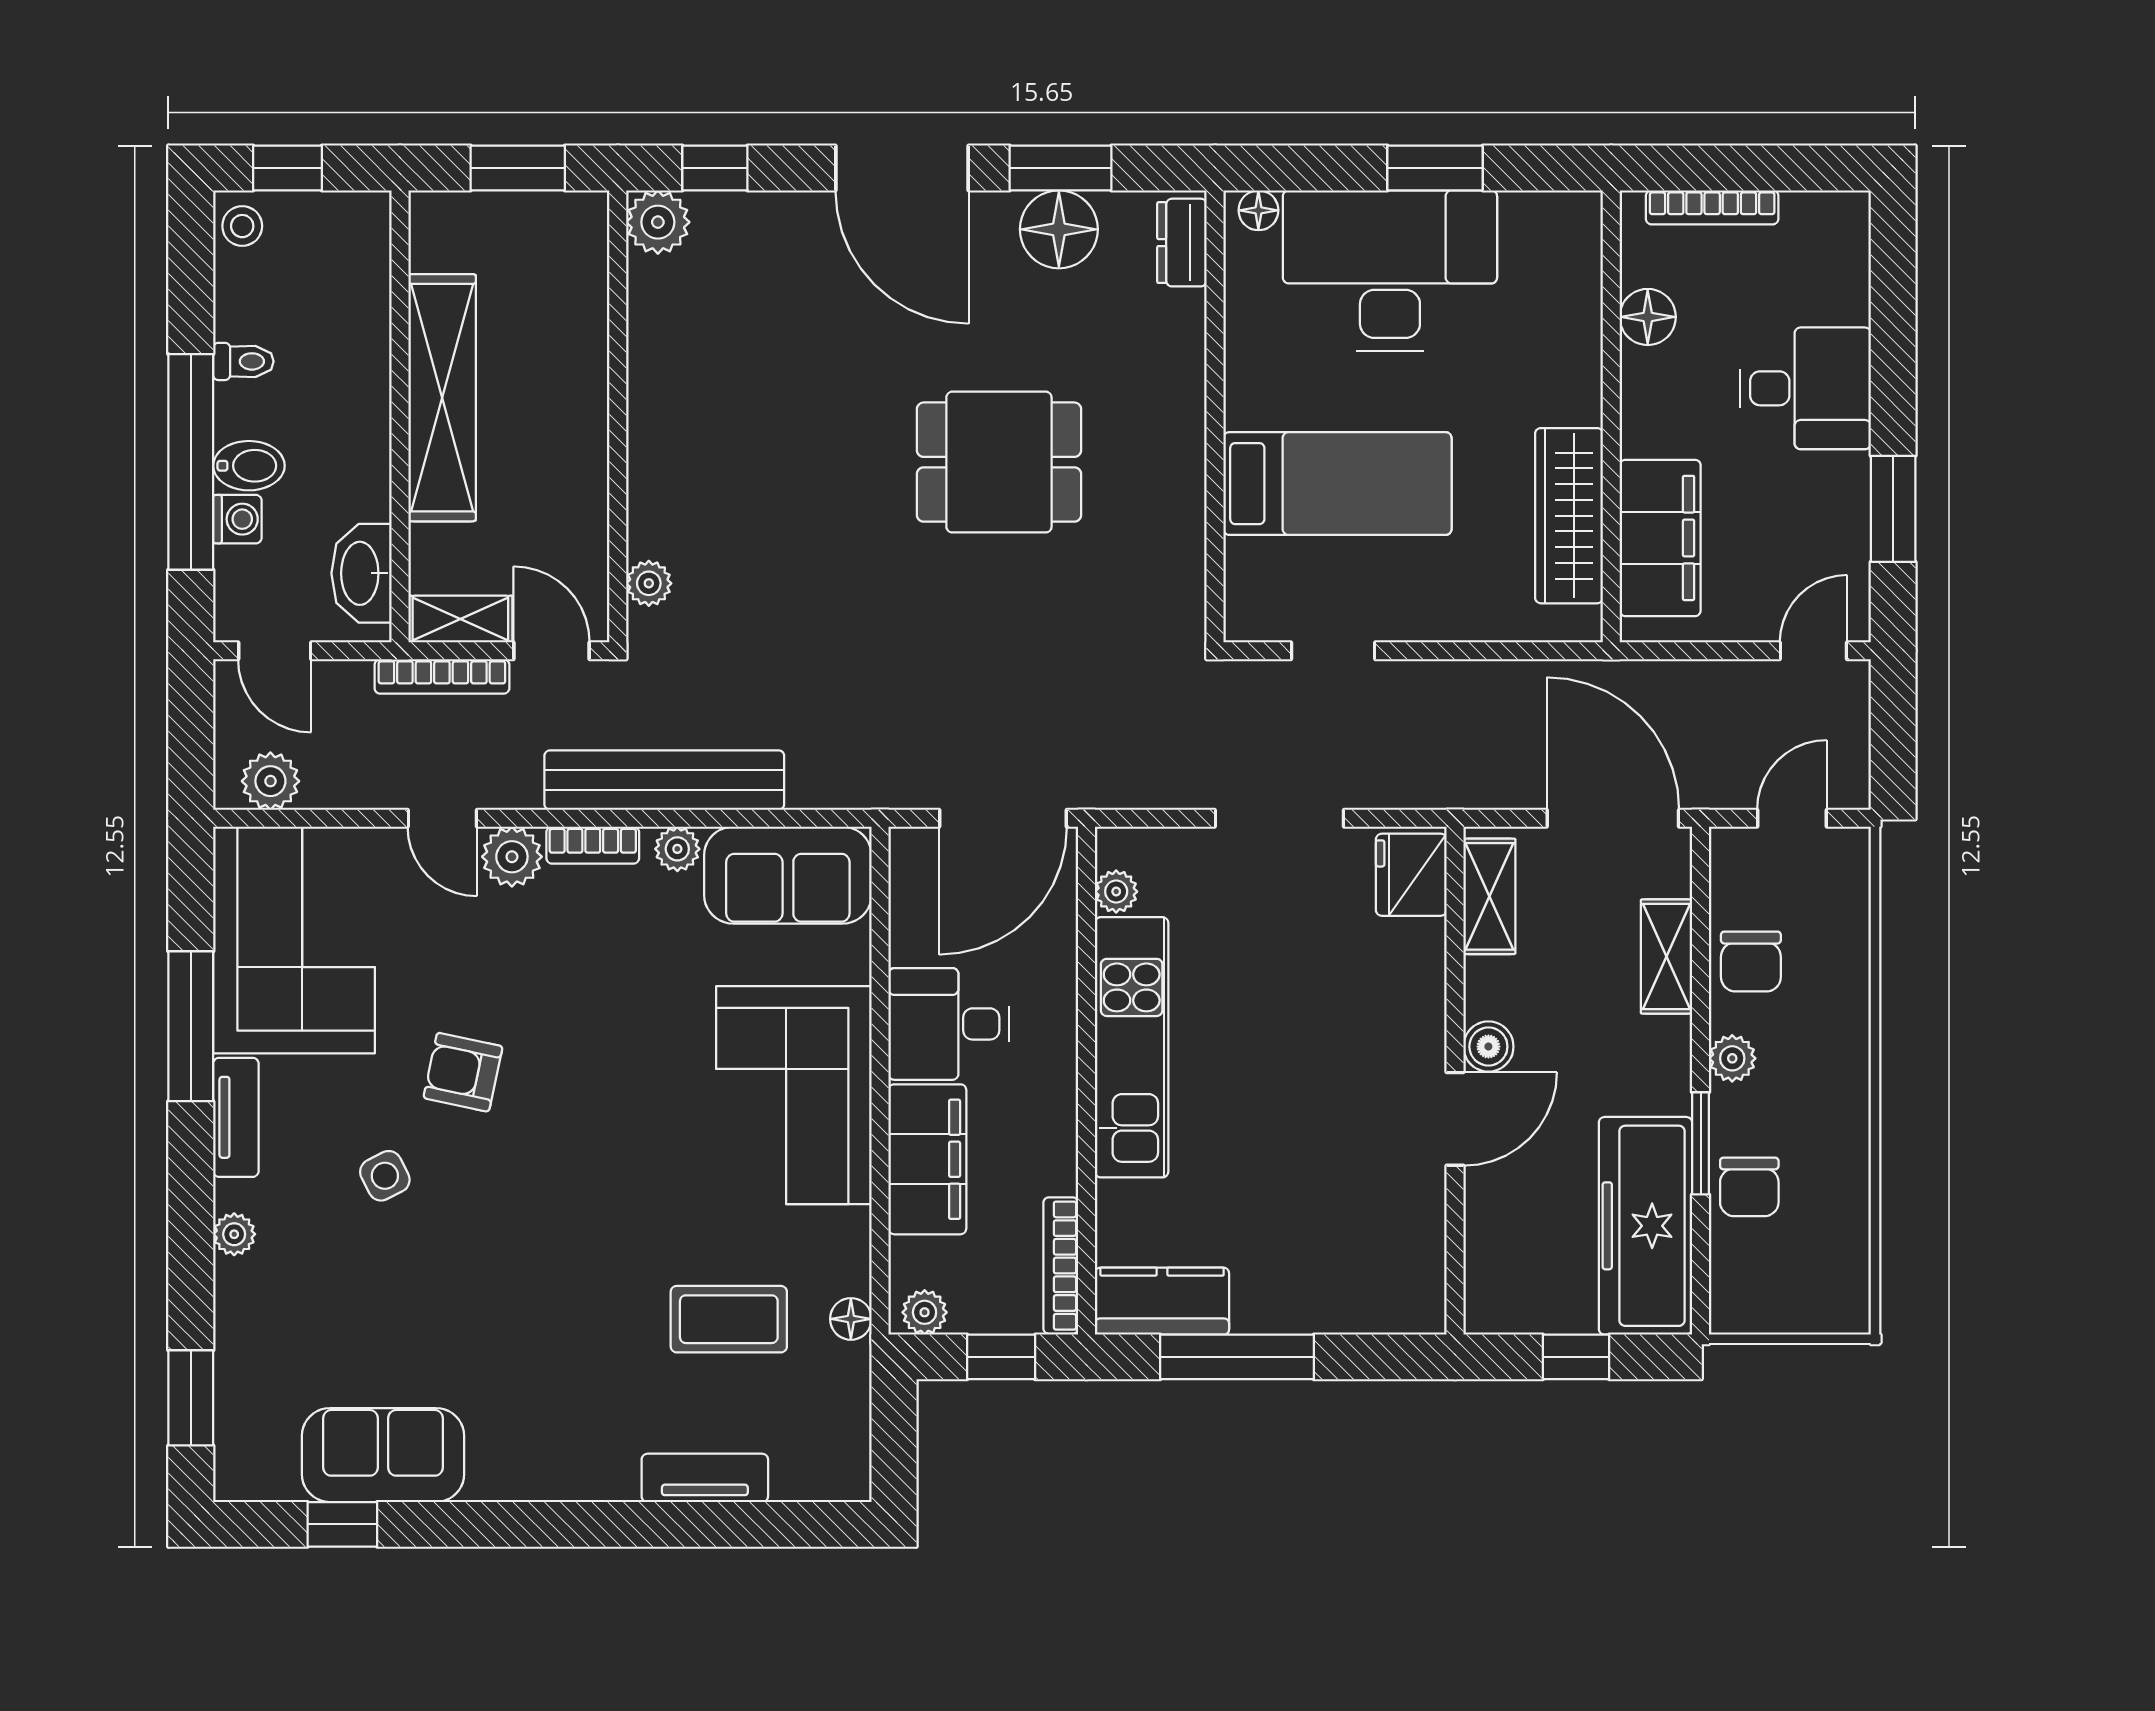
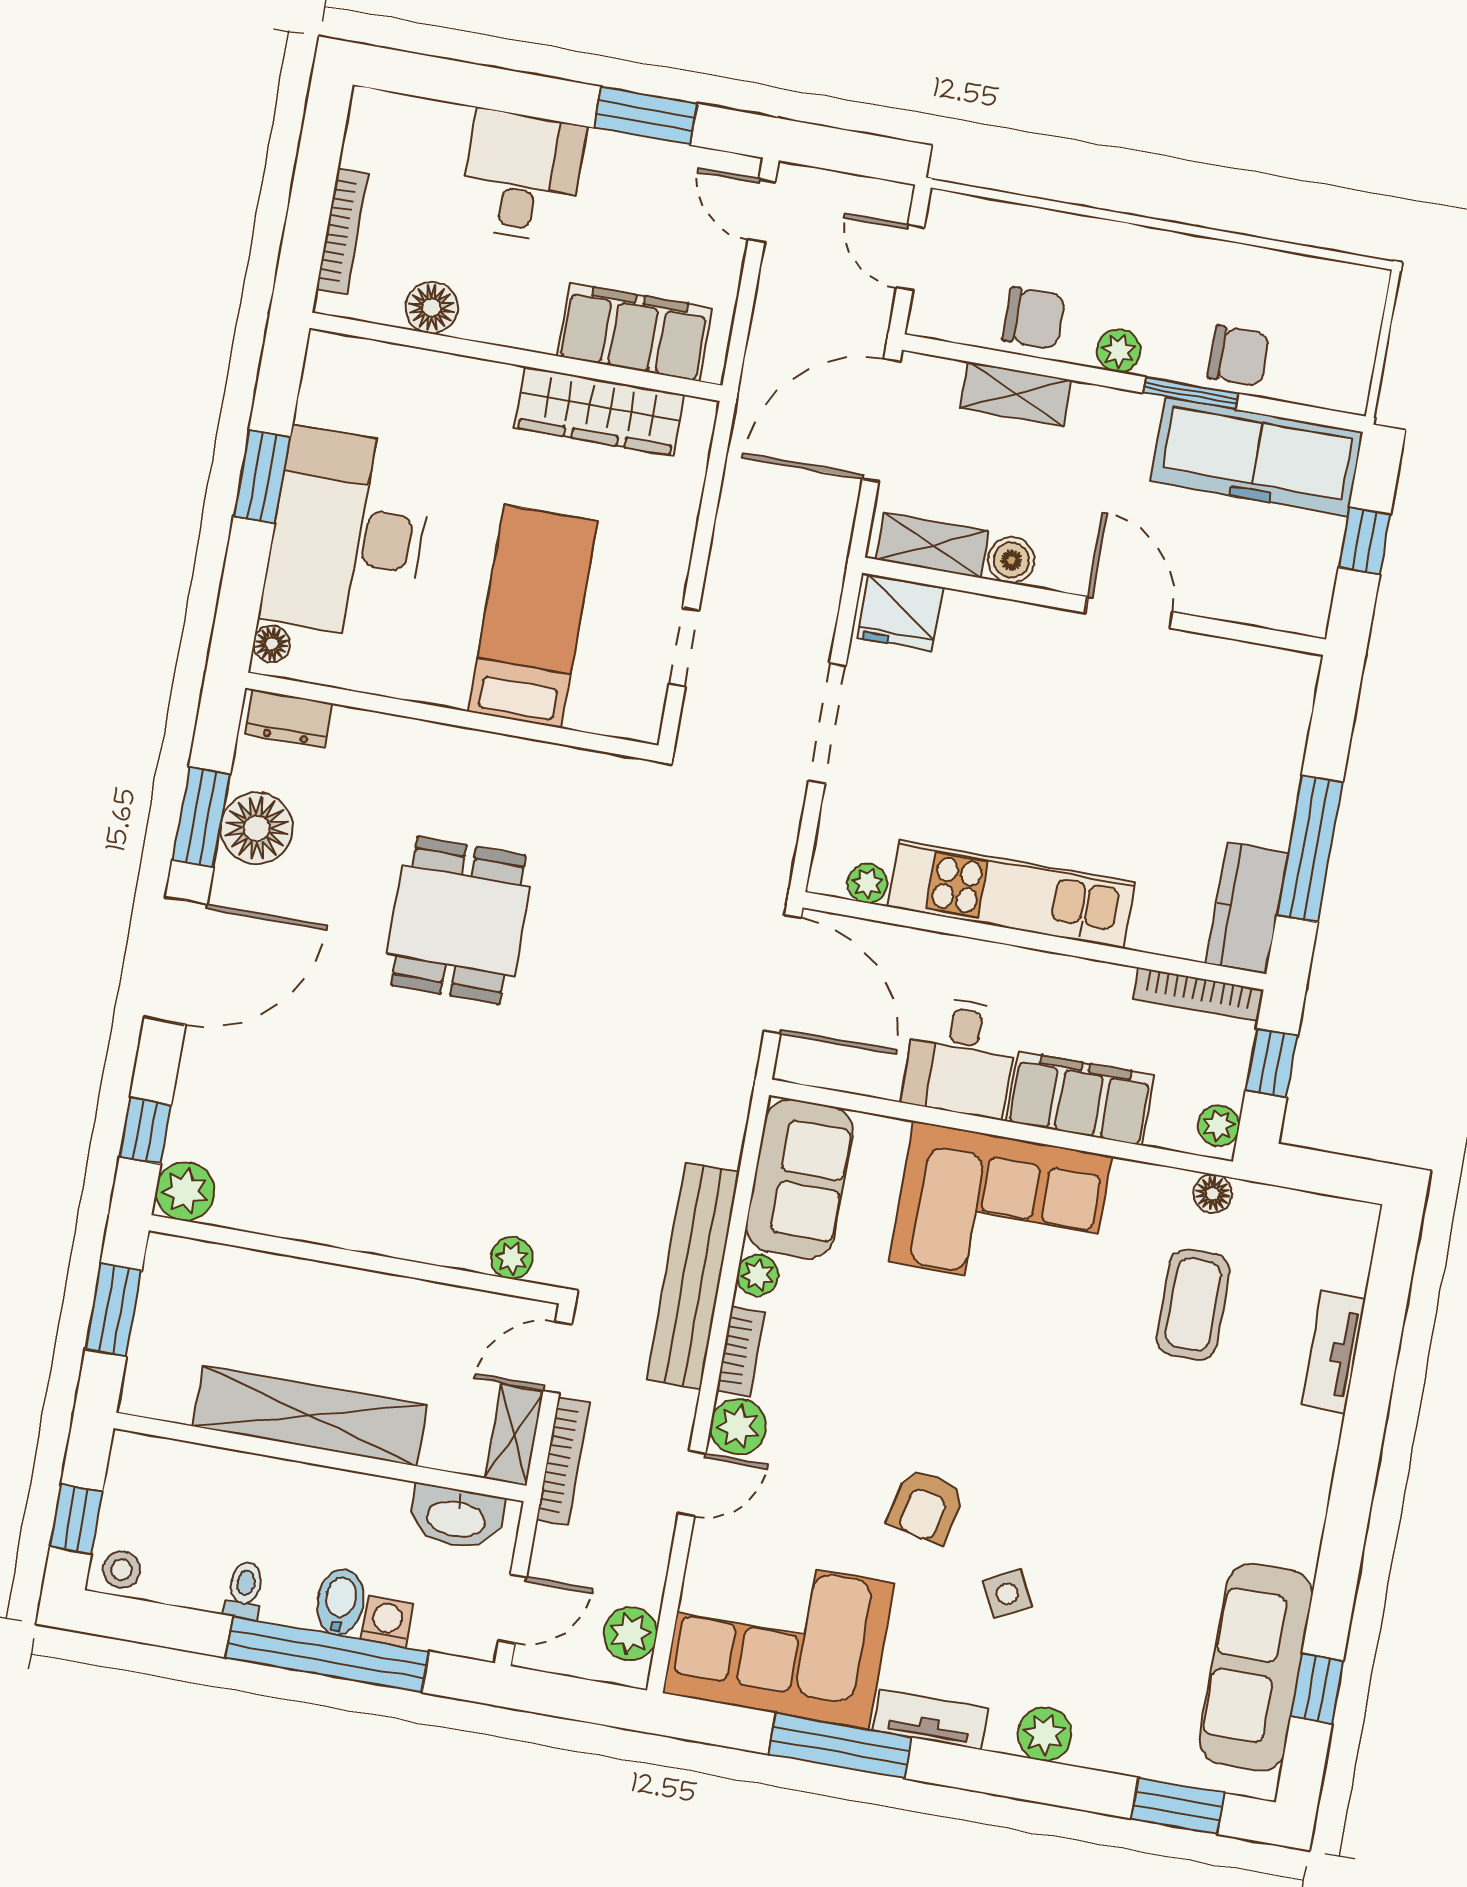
boiler: (1488, 1047) -> (1011, 560), moved
plant: (234, 1234) -> (1044, 1734), width x1.38, depth x1.38
sofa: (383, 1455) -> (1256, 1667), width x1.36

